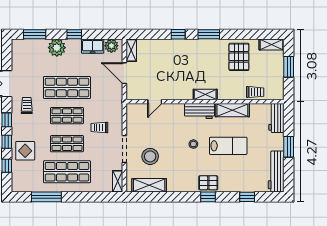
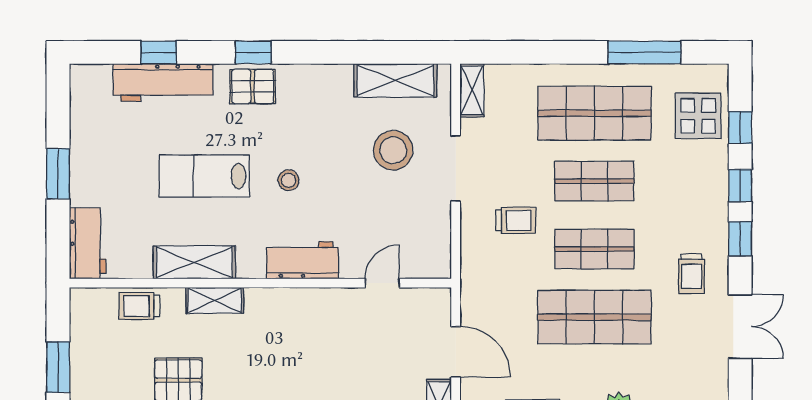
shelving: (205, 94) -> (215, 300), moved
workbench: (200, 111) -> (303, 260), moved
display table: (25, 151) -> (698, 116), moved
workbench: (276, 172) -> (163, 82), moved, turned 90

